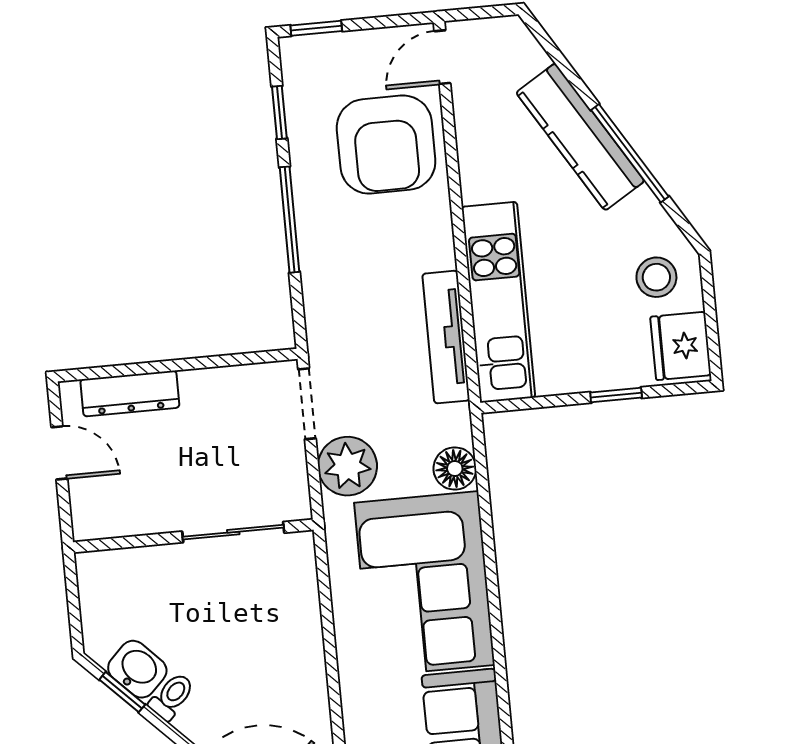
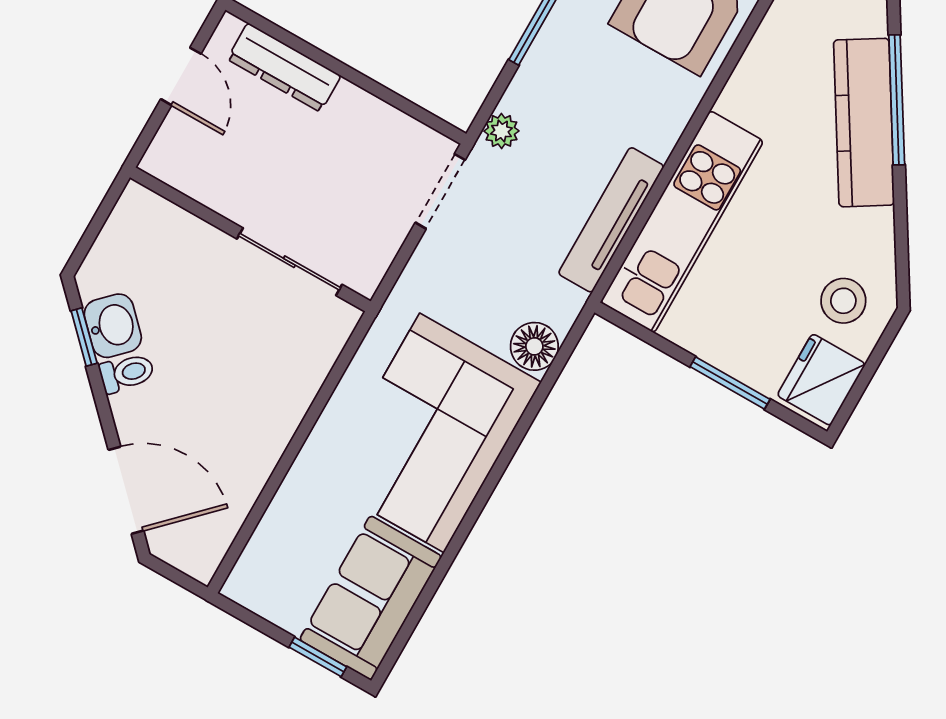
window: (630, 153) -> (897, 100), moved
window: (616, 395) -> (730, 383), width x1.50
plant: (347, 466) -> (501, 131), moved, width x0.53, depth x0.53

